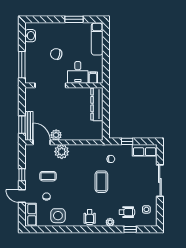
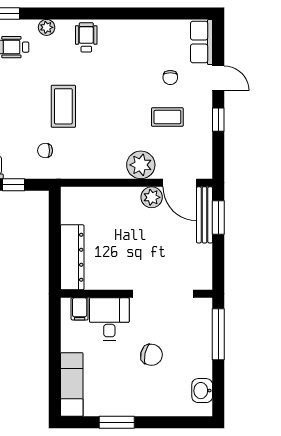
side table: (58, 216) -> (148, 40), removed

